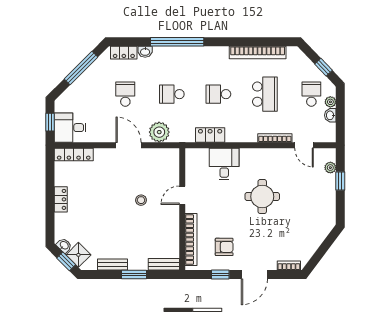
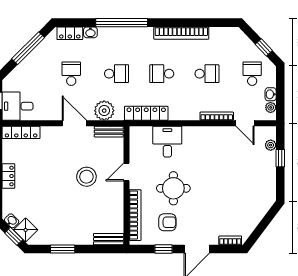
bookcase: (258, 52) -> (181, 33), moved
school desk: (172, 94) -> (116, 74), turned 180
school desk: (265, 94) -> (207, 74), width x0.54
plant: (330, 102) -> (271, 107), moved
locker: (210, 135) -> (146, 113), width x1.53
round table: (262, 197) -> (173, 188), moved
stool: (141, 200) -> (86, 177), width x1.89, depth x1.89
bench: (112, 264) -> (109, 132), moved
window: (134, 274) -> (63, 249), moved

